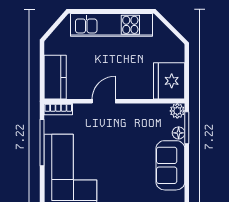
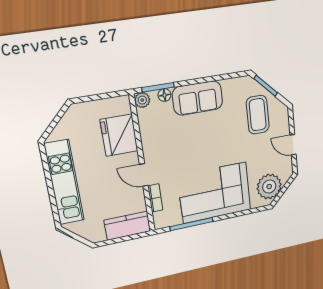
fridge: (169, 81) -> (119, 135), moved, turned 90
bookcase: (58, 109) -> (155, 198), moved

